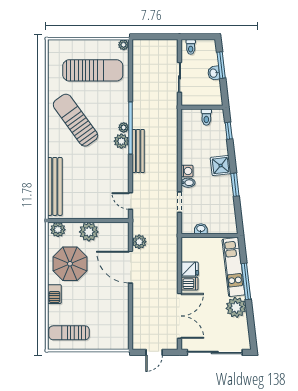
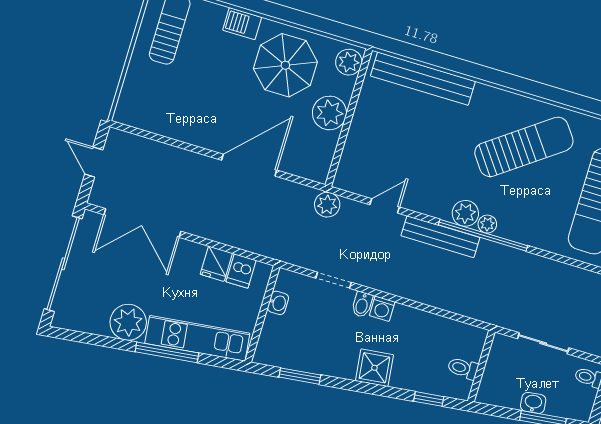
window: (235, 185) -> (300, 376), moved
door: (130, 201) -> (385, 206), moved
plant: (139, 242) -> (327, 205), moved
dishwasher: (190, 284) -> (241, 271), moved

